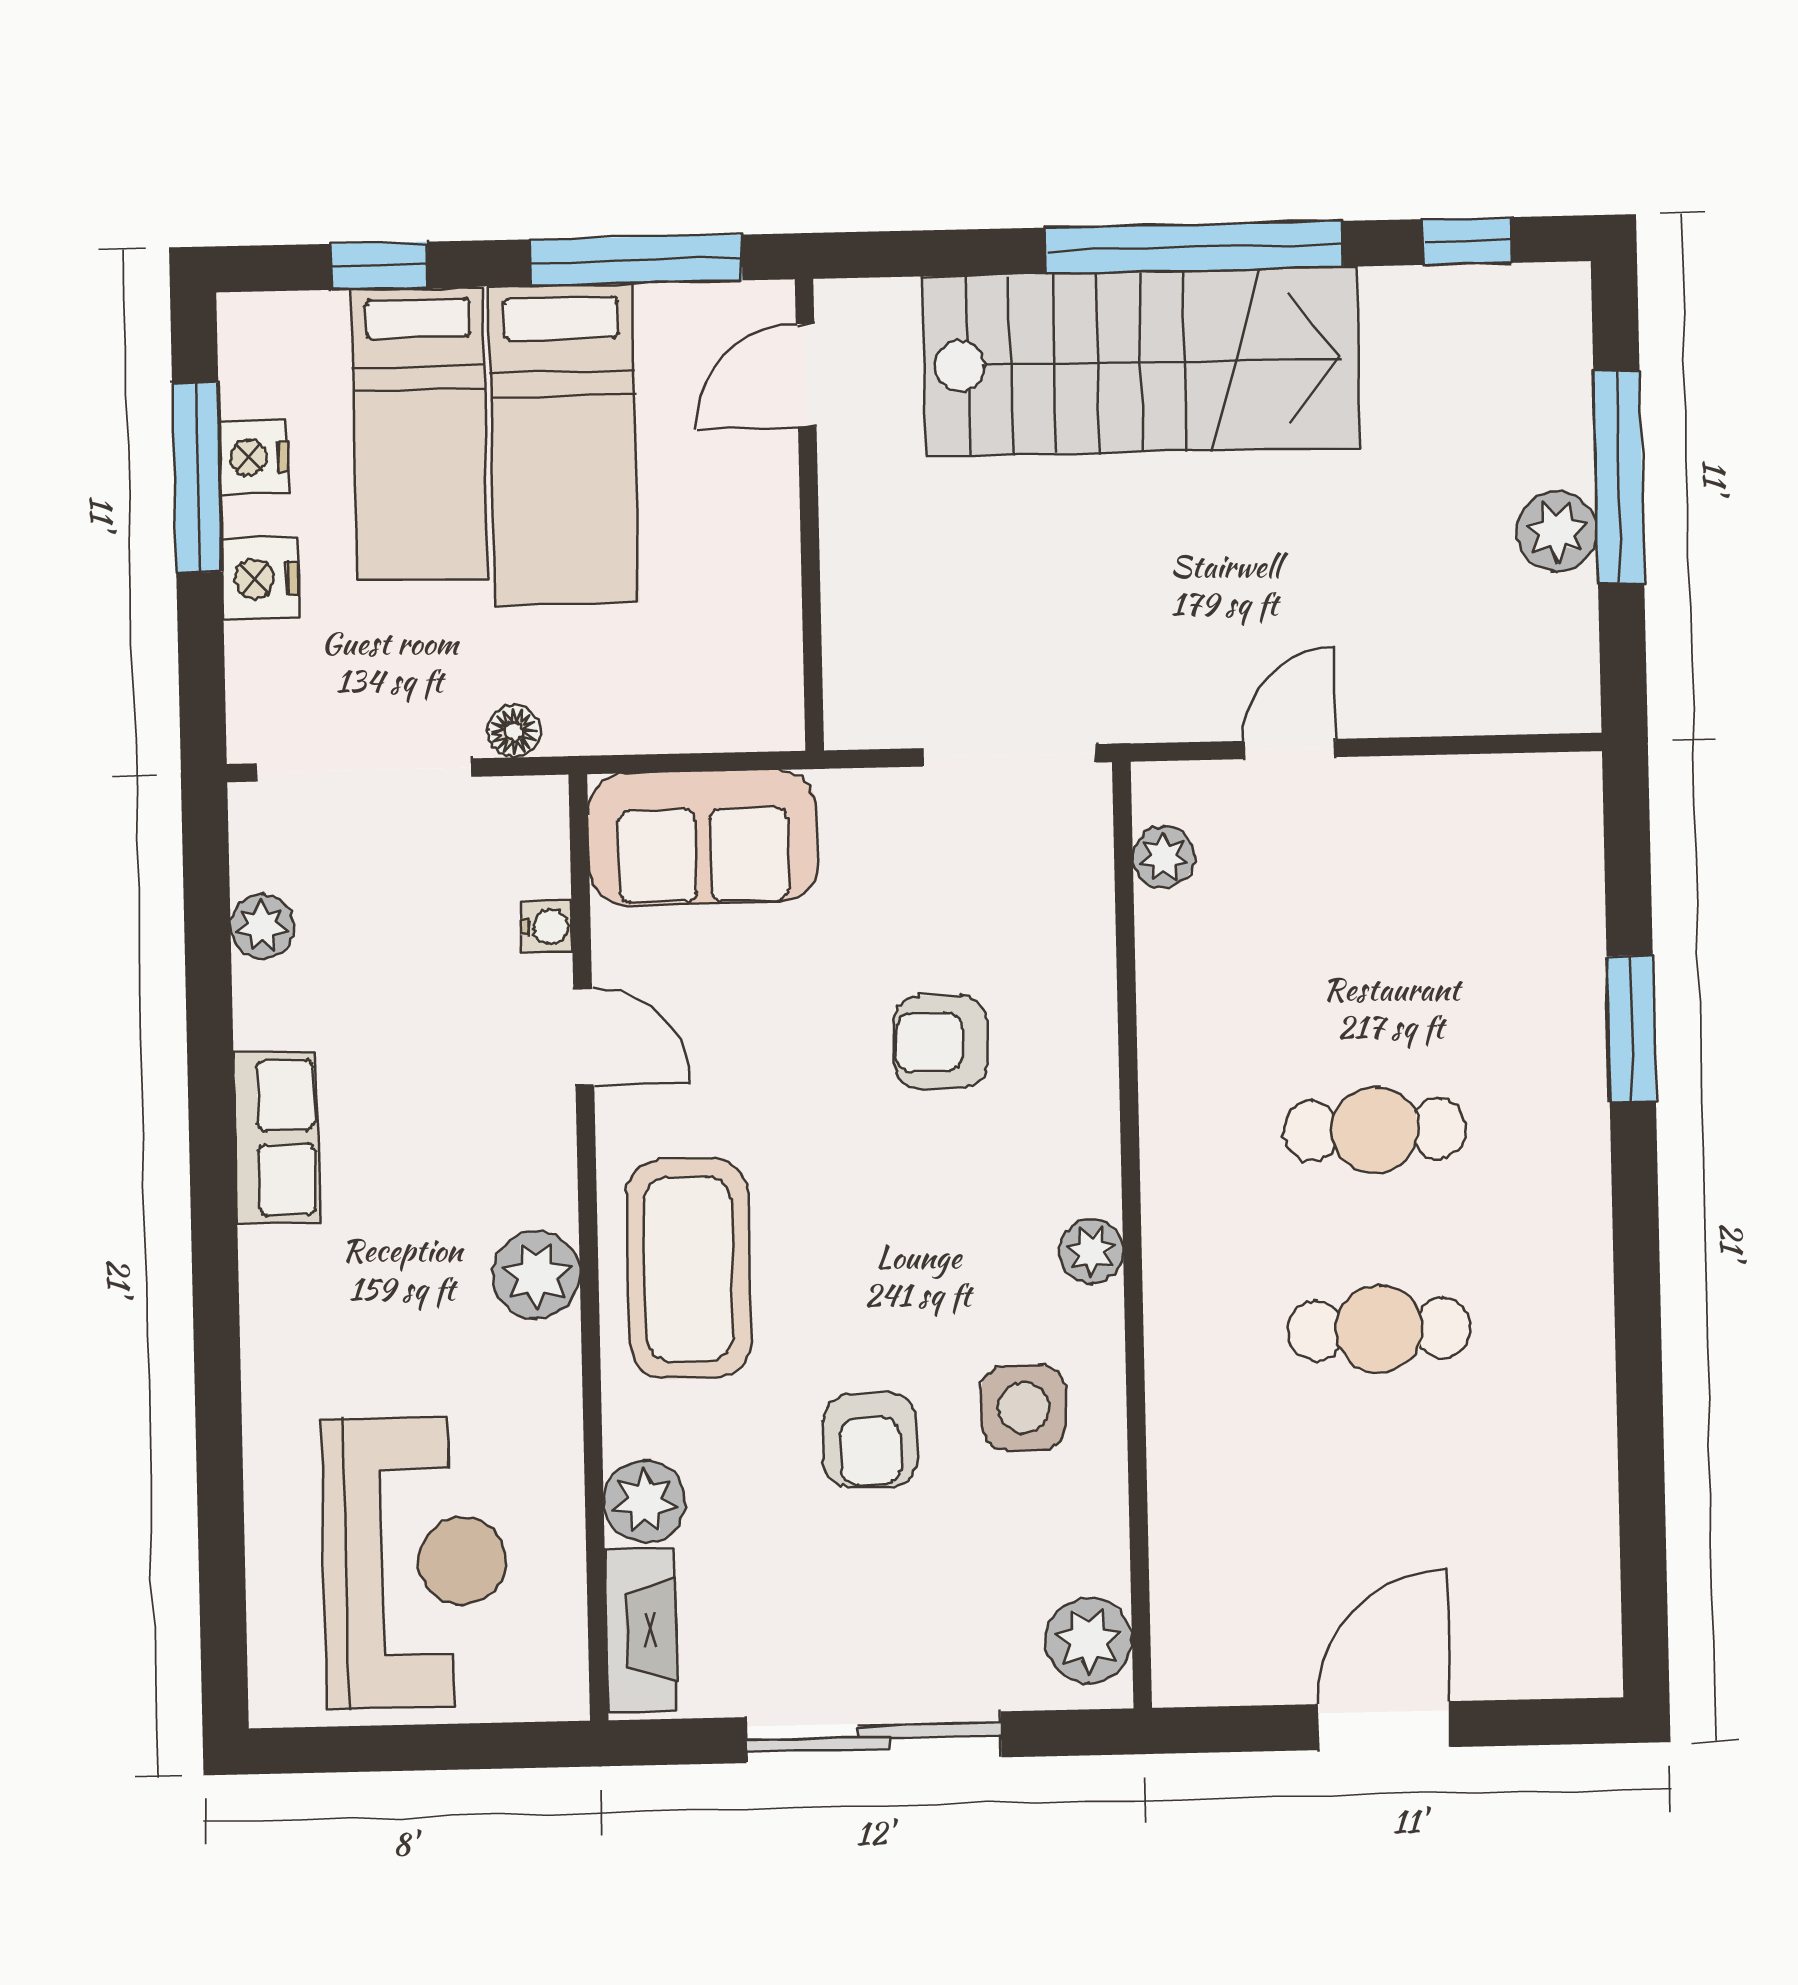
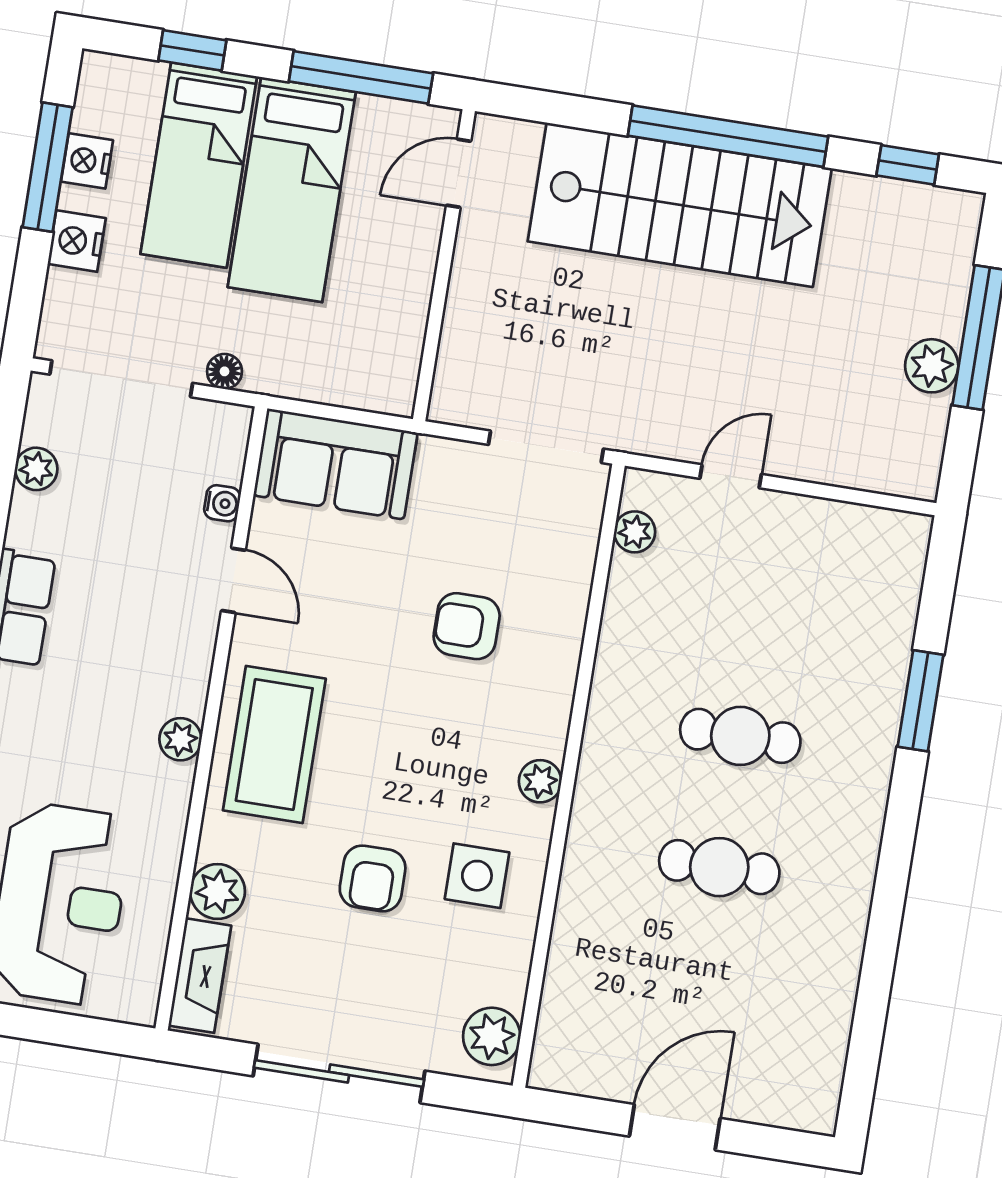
plant: (536, 1275) -> (180, 739), width x0.73, depth x0.73

